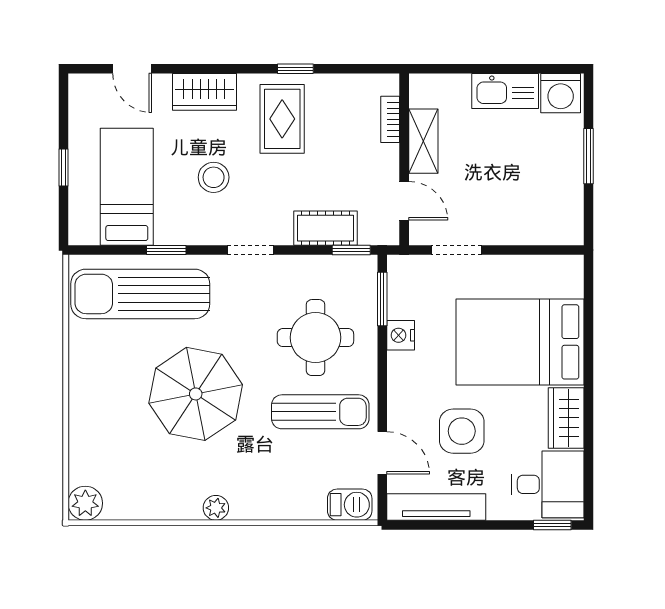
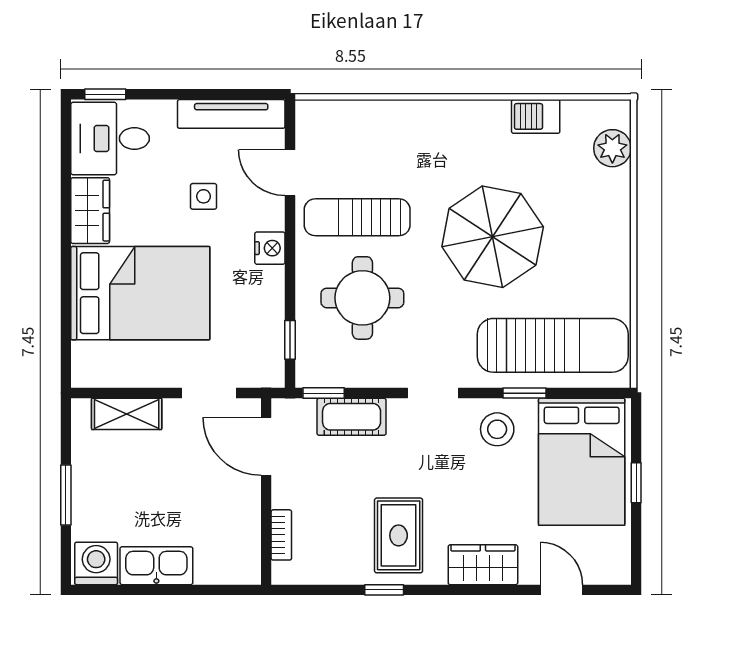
shelving: (423, 141) -> (127, 414), moved, turned 90
stool: (214, 177) -> (497, 429), moved
bed: (127, 187) -> (582, 462), width x1.50
door: (404, 201) -> (266, 446), width x1.37
window: (382, 299) -> (290, 340), width x0.67
nightstand: (401, 335) -> (270, 248), moved
side table: (462, 431) -> (204, 196), width x0.54, depth x0.54
plant: (85, 503) -> (612, 148), moved
barbecue: (350, 505) -> (536, 116), moved
plant: (216, 508) -> (471, 113), removed

